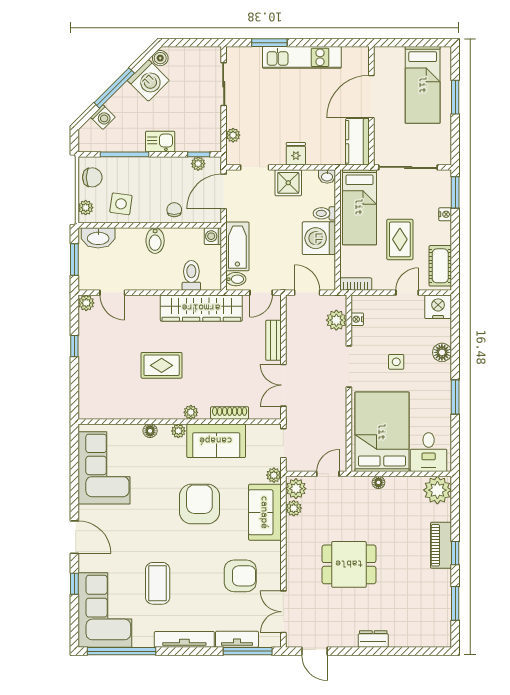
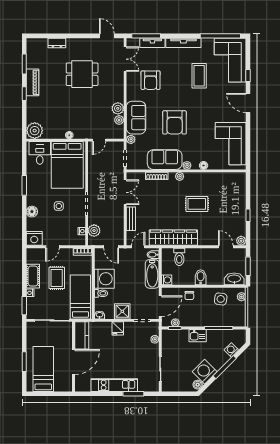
chair: (92, 177) -> (238, 314), removed
cot: (440, 266) -> (33, 276), moved
plant: (296, 489) -> (118, 108), moved
piano: (441, 545) -> (32, 82), moved
dining table: (349, 564) -> (82, 74), moved
armchair: (240, 576) -> (151, 80), turned -90
dresser: (373, 639) -> (57, 43), moved

